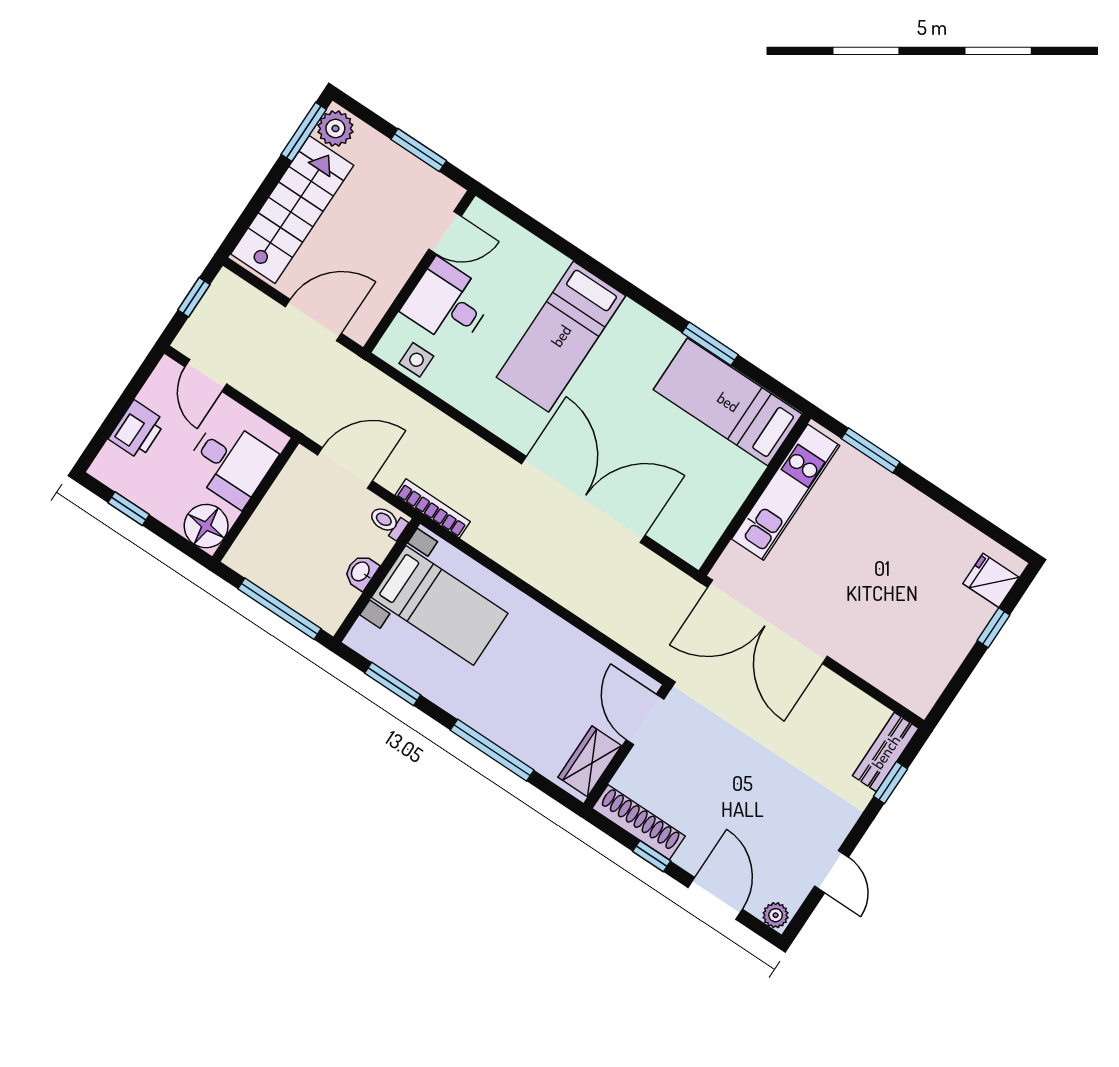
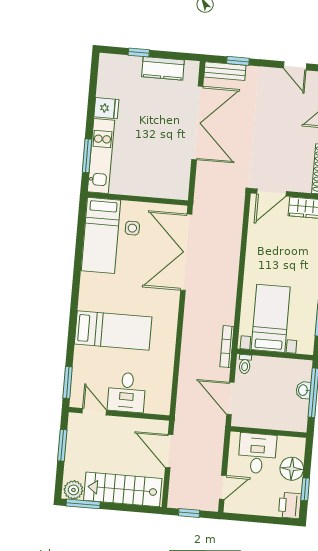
window: (710, 344) -> (68, 382), moved
side table: (416, 360) -> (132, 228), moved
printer: (137, 430) -> (290, 505), moved, turned -90
kitchen unit: (786, 492) -> (101, 156), moved, turned 90
double door: (583, 499) -> (186, 252), moved
floor lamp: (206, 526) -> (292, 469), moved
washbasin: (361, 572) -> (303, 390), moved, turned 90
fridge: (991, 580) -> (106, 108), moved, turned -90
double door: (768, 622) -> (197, 123), moved
kitchen counter: (946, 653) -> (163, 68), added
door: (831, 872) -> (295, 66), swing flipped

